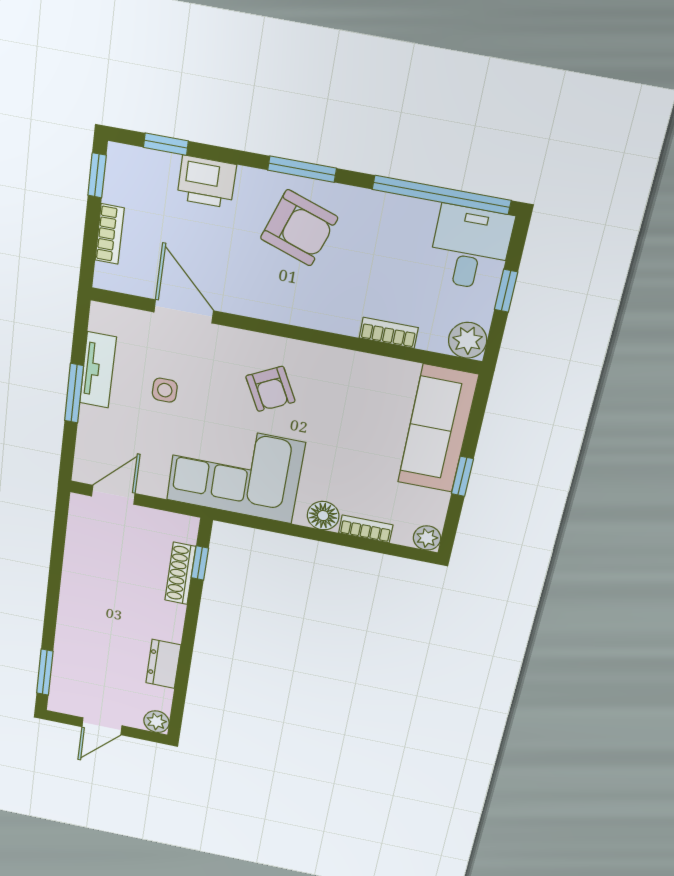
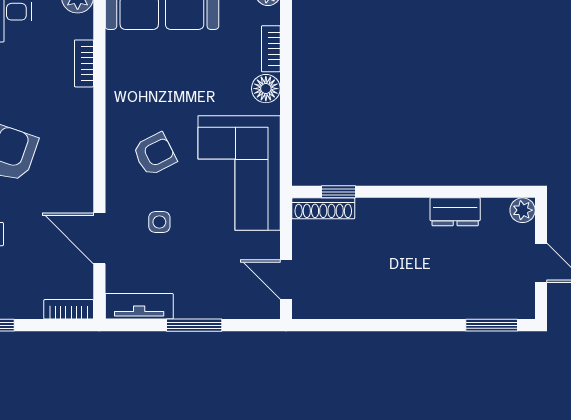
bookcase: (110, 234) -> (69, 309), moved
door: (184, 311) -> (99, 238), hinge flipped
tv unit: (98, 370) -> (139, 306), moved
side table: (165, 390) -> (159, 222), moved
shoe rack: (180, 573) -> (323, 208), moved

